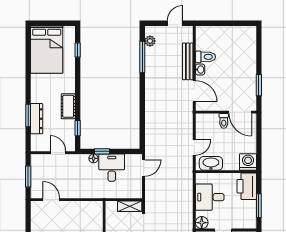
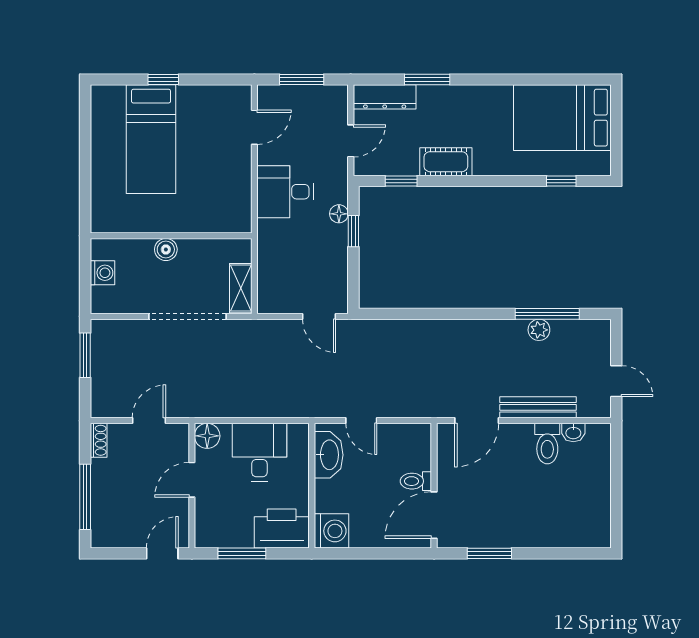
plant: (150, 41) -> (539, 330), moved
washbasin: (200, 70) -> (573, 432), moved
dresser: (37, 119) -> (385, 97), moved
desk: (112, 168) -> (285, 192), moved, turned 180

